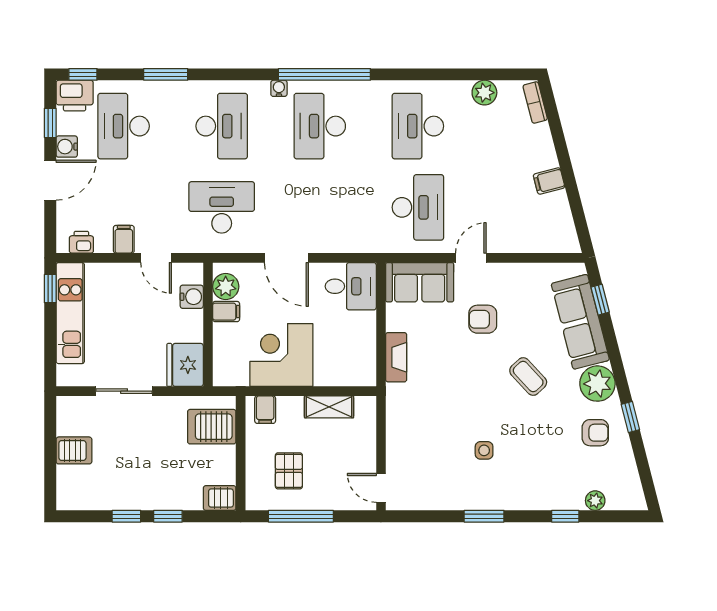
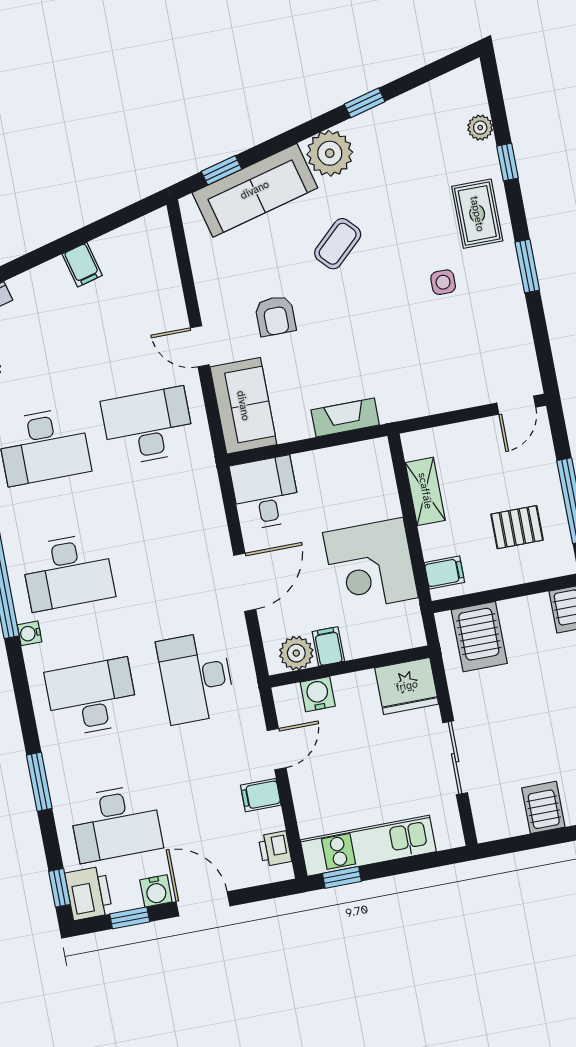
armchair: (595, 433) -> (393, 144), removed
rug: (531, 486) -> (477, 214), added

